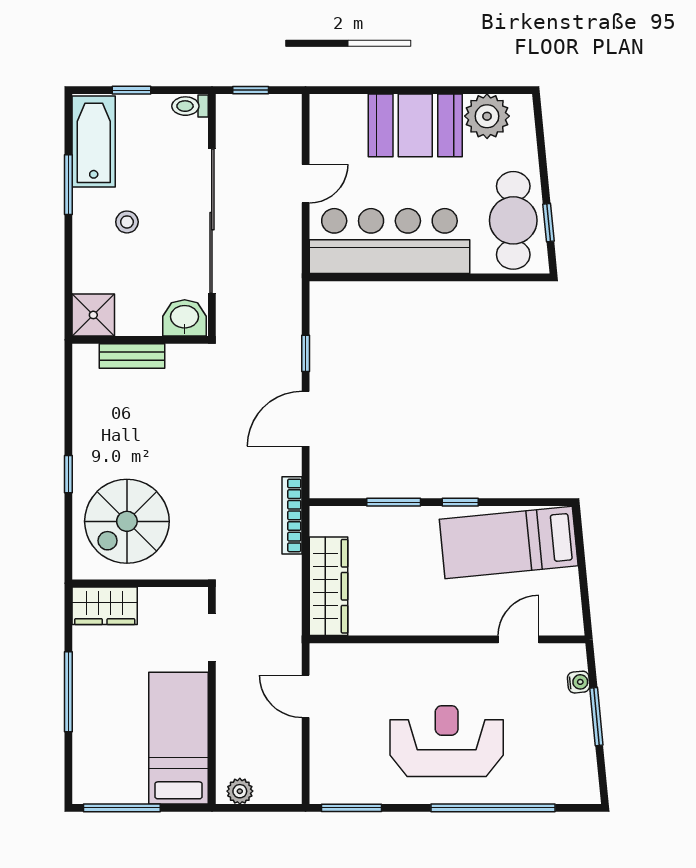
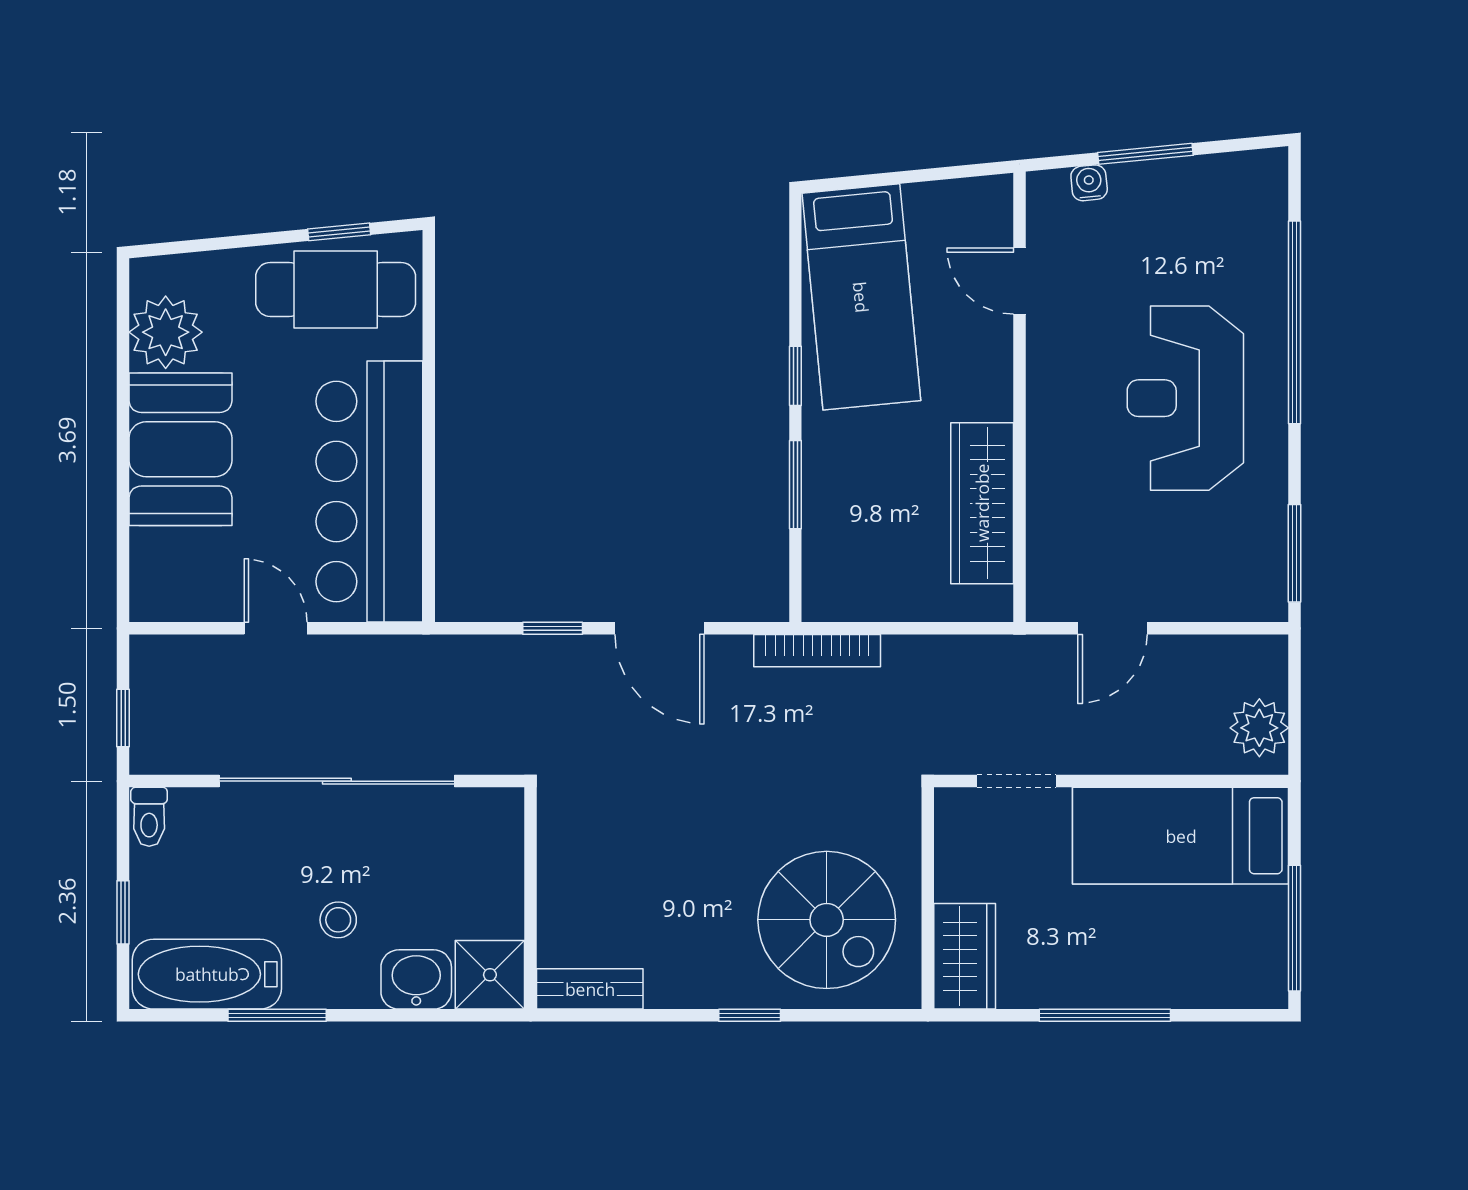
washbasin: (185, 318) -> (416, 979), moved, turned 90
bench: (132, 356) -> (590, 989), moved, turned 90
wardrobe: (328, 586) -> (982, 503), moved, turned -90
plant: (240, 791) -> (1259, 728), width x1.38, depth x1.38

